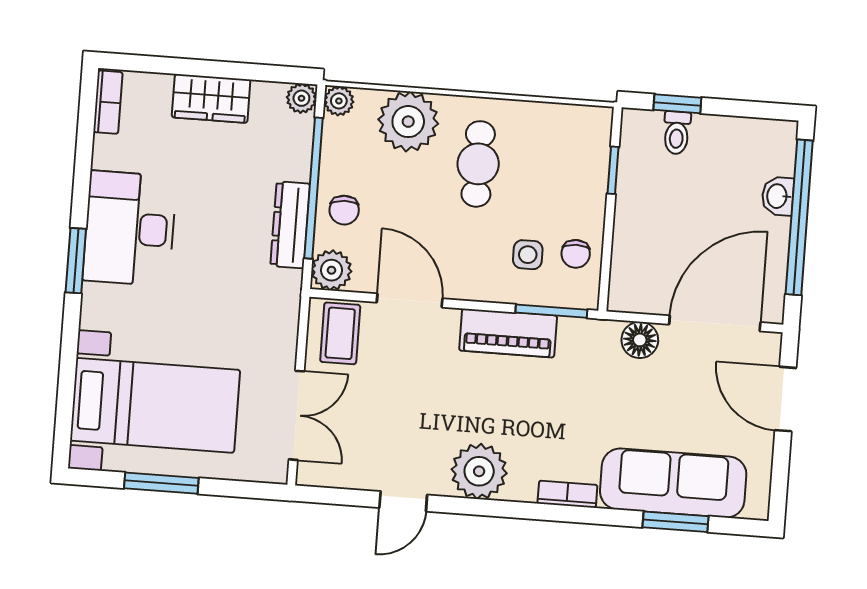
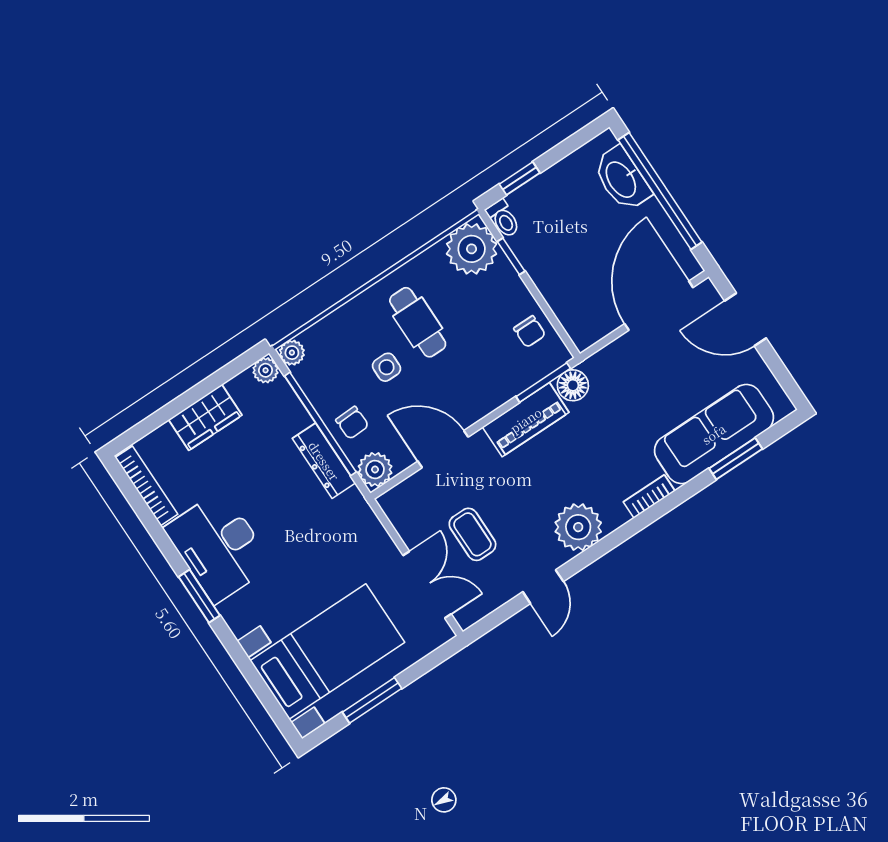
bookcase: (108, 102) -> (146, 486), width x1.56
plant: (408, 122) -> (472, 249), moved
toilet: (677, 133) -> (503, 219), moved
washbasin: (778, 196) -> (622, 179), width x1.91, depth x1.45
side table: (528, 255) -> (387, 367), moved
coffee table: (340, 333) -> (472, 534), moved
floor lamp: (640, 340) -> (573, 385), moved

